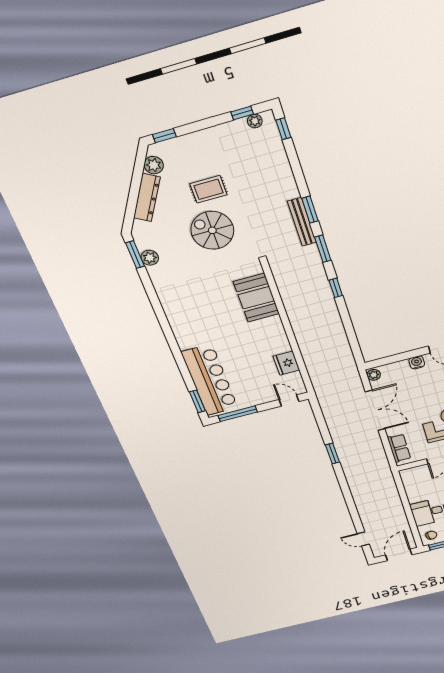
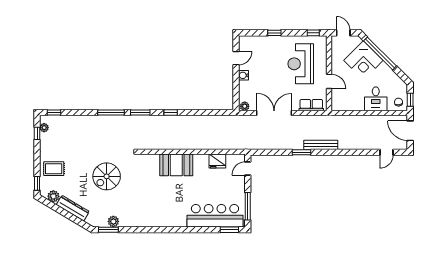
rug: (208, 189) -> (54, 169), moved, turned 90
window: (310, 210) -> (111, 113), width x1.44
bench: (302, 222) -> (321, 145), moved
booth: (256, 298) -> (176, 165), moved

